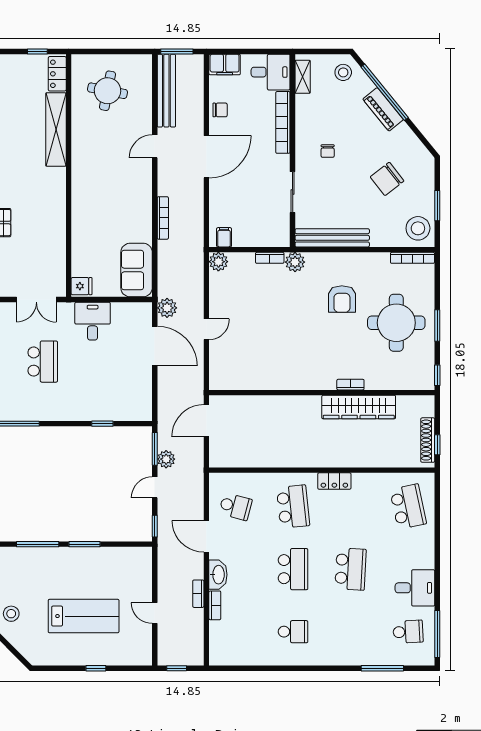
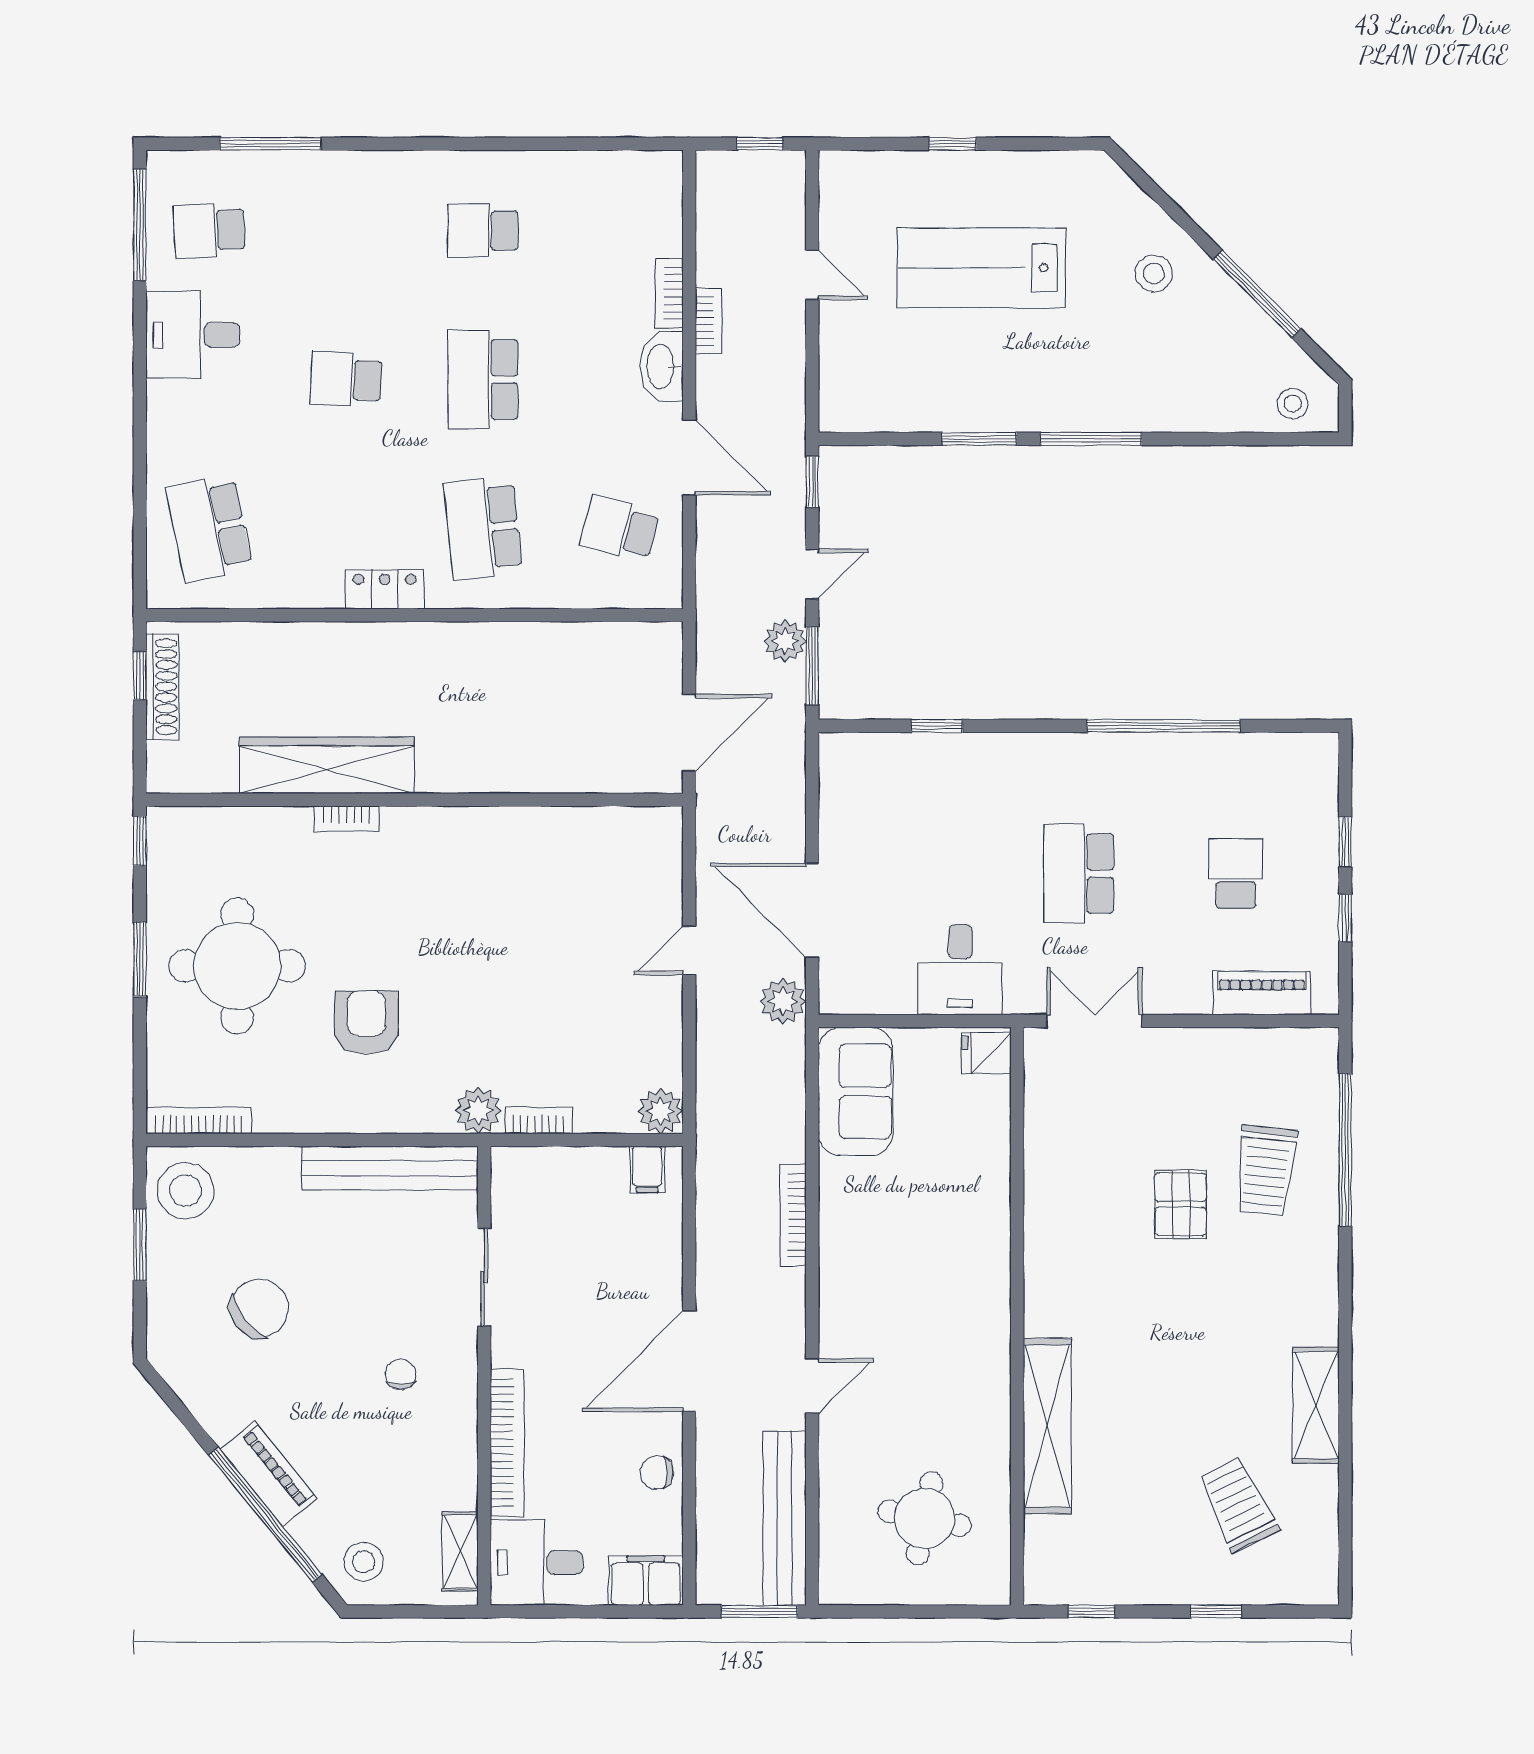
locker: (57, 74) -> (1044, 1559), removed
school desk: (351, 569) -> (346, 379), width x0.54

